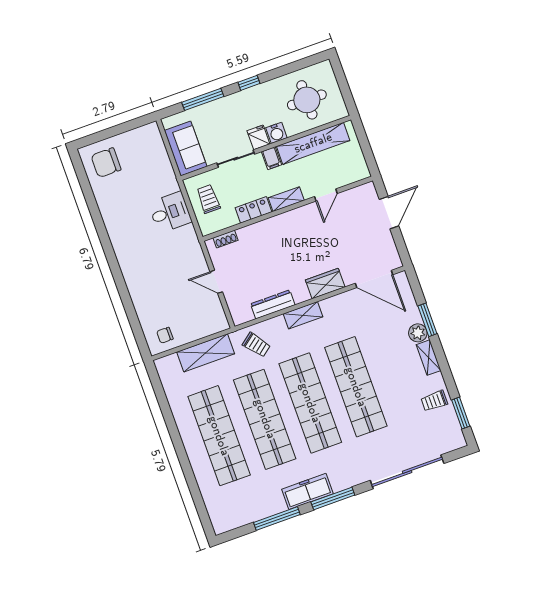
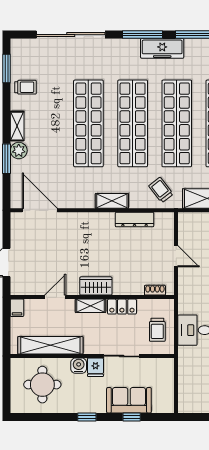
window: (203, 99) -> (132, 417), width x0.46
sofa: (186, 148) -> (129, 400), moved, turned 90
filing cabinet: (271, 158) -> (17, 308), moved, turned 180
wardrobe: (325, 284) -> (96, 286), moved, turned 180

